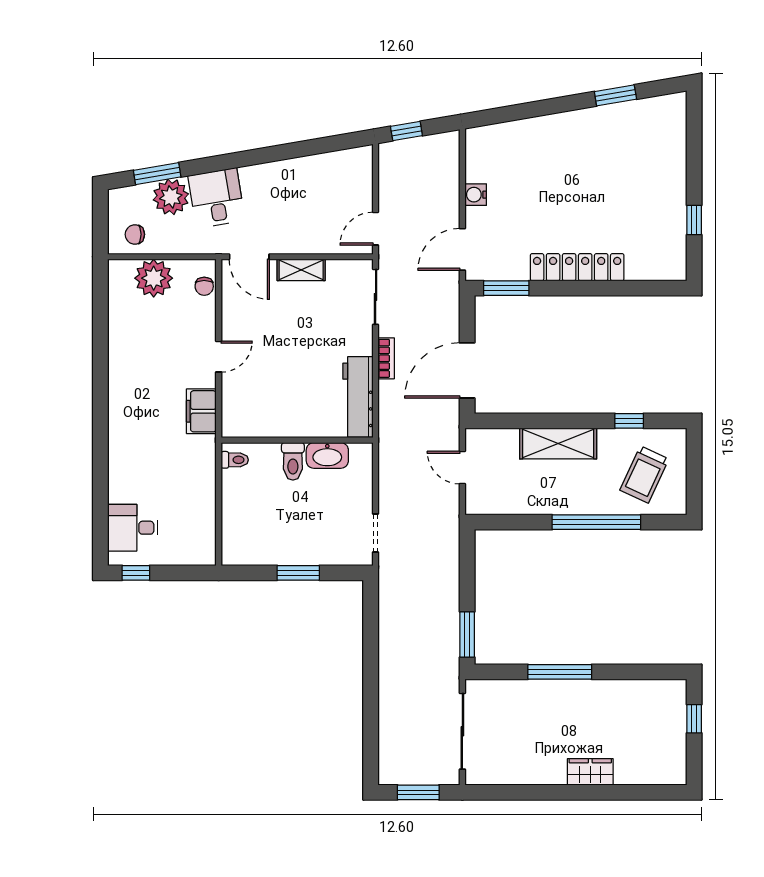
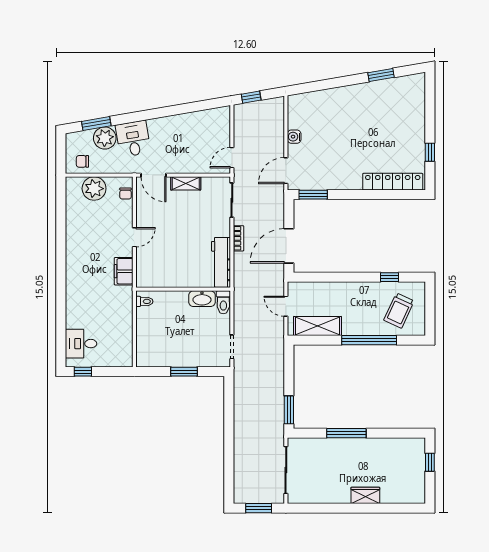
locker: (577, 267) -> (393, 182), moved
shelving: (558, 443) -> (317, 326), moved
toilet: (293, 461) -> (223, 302), moved

